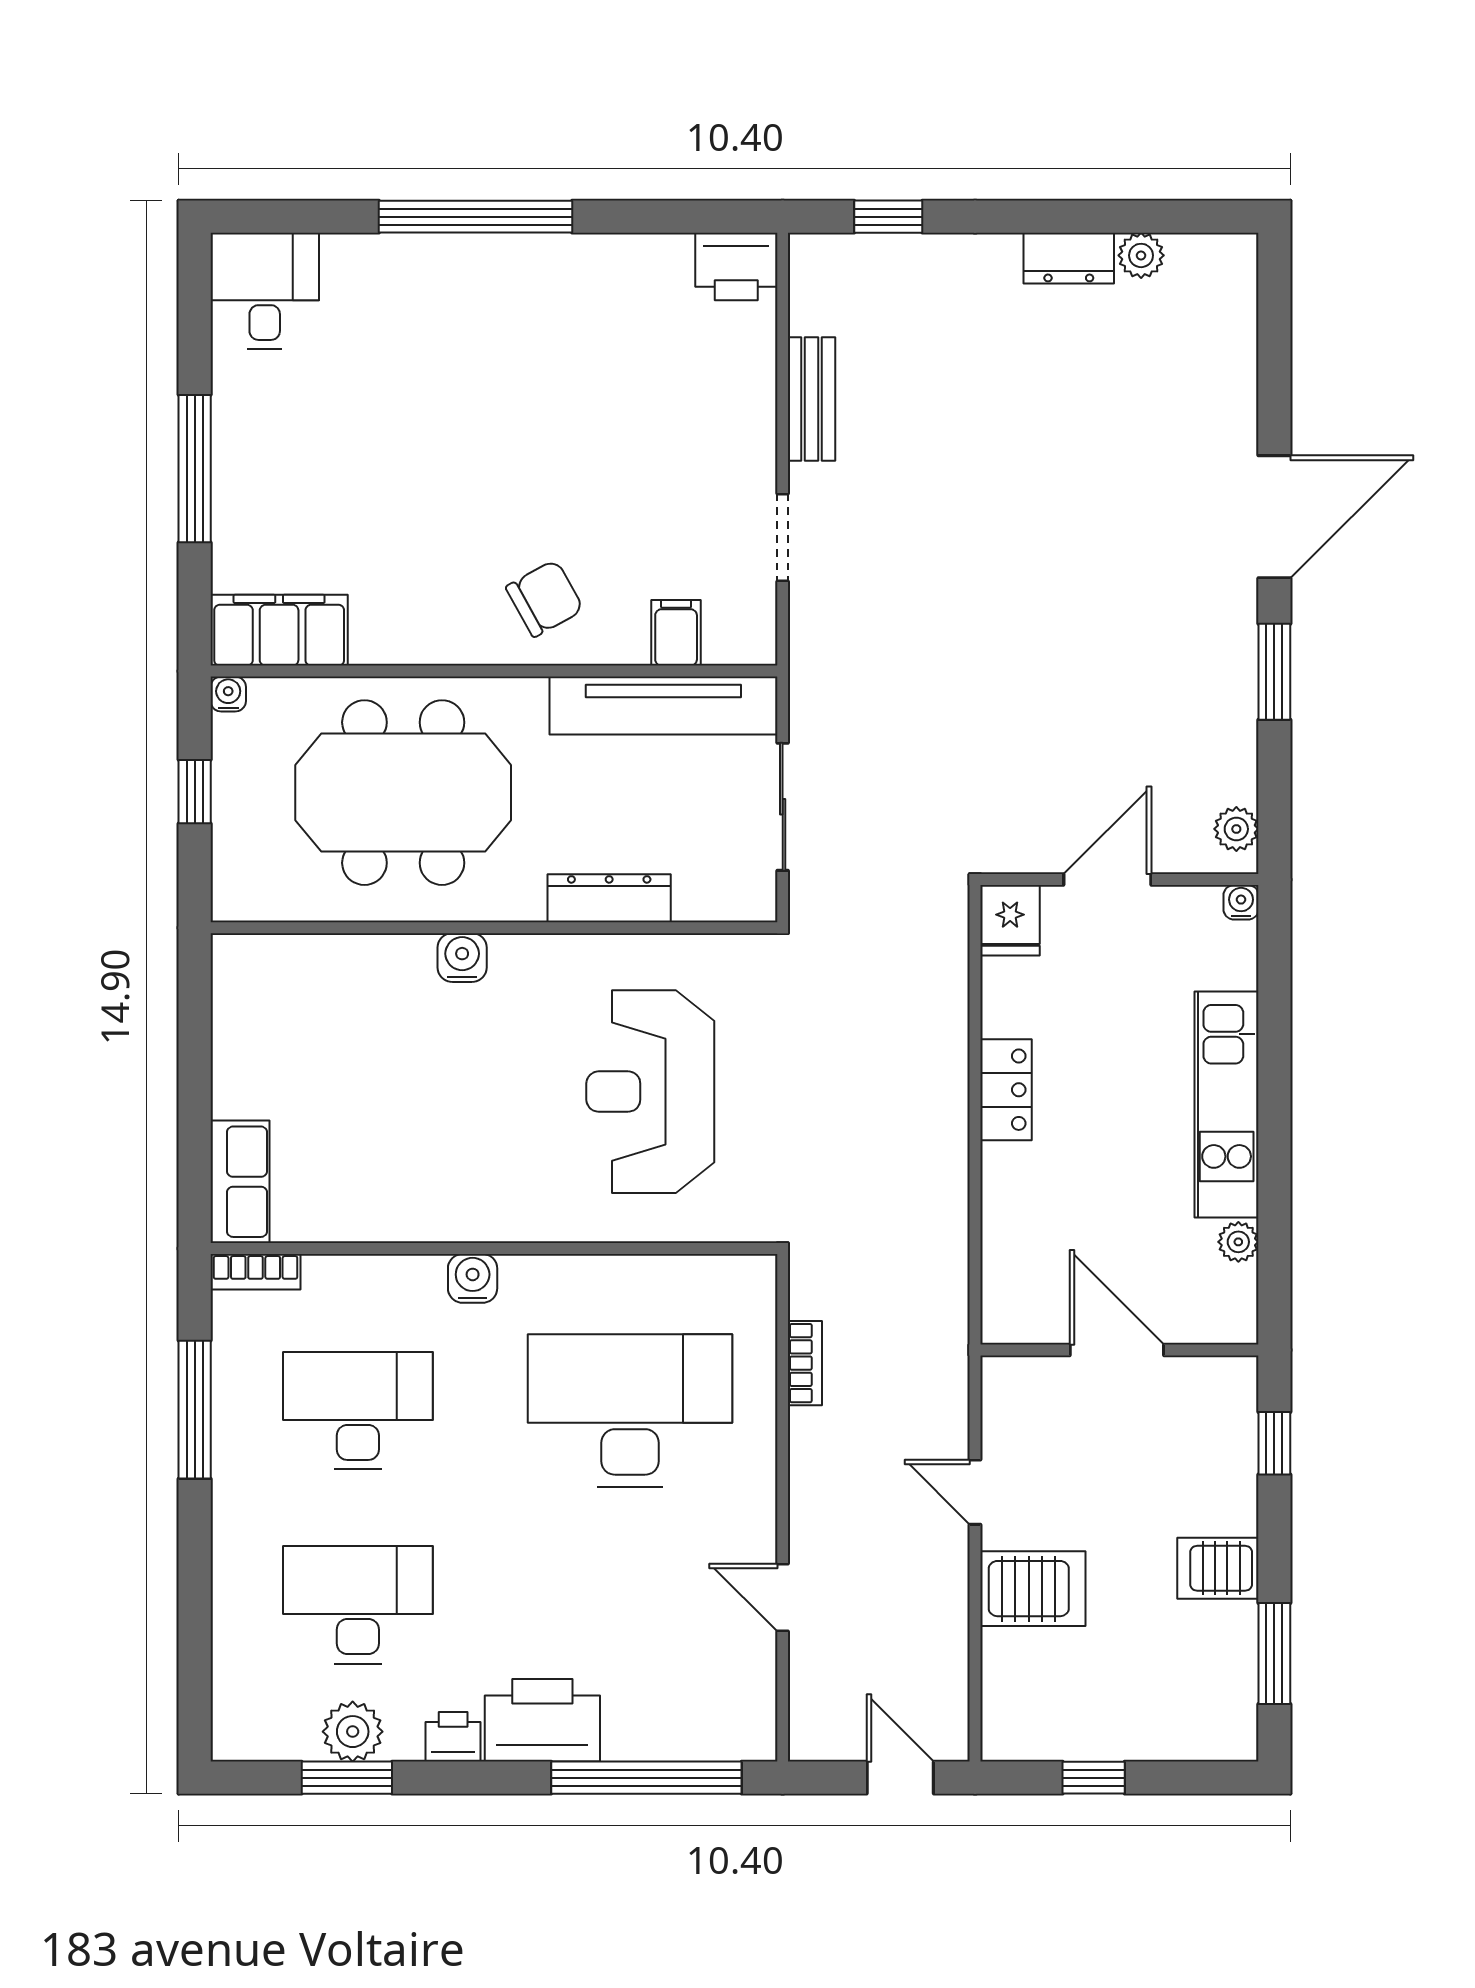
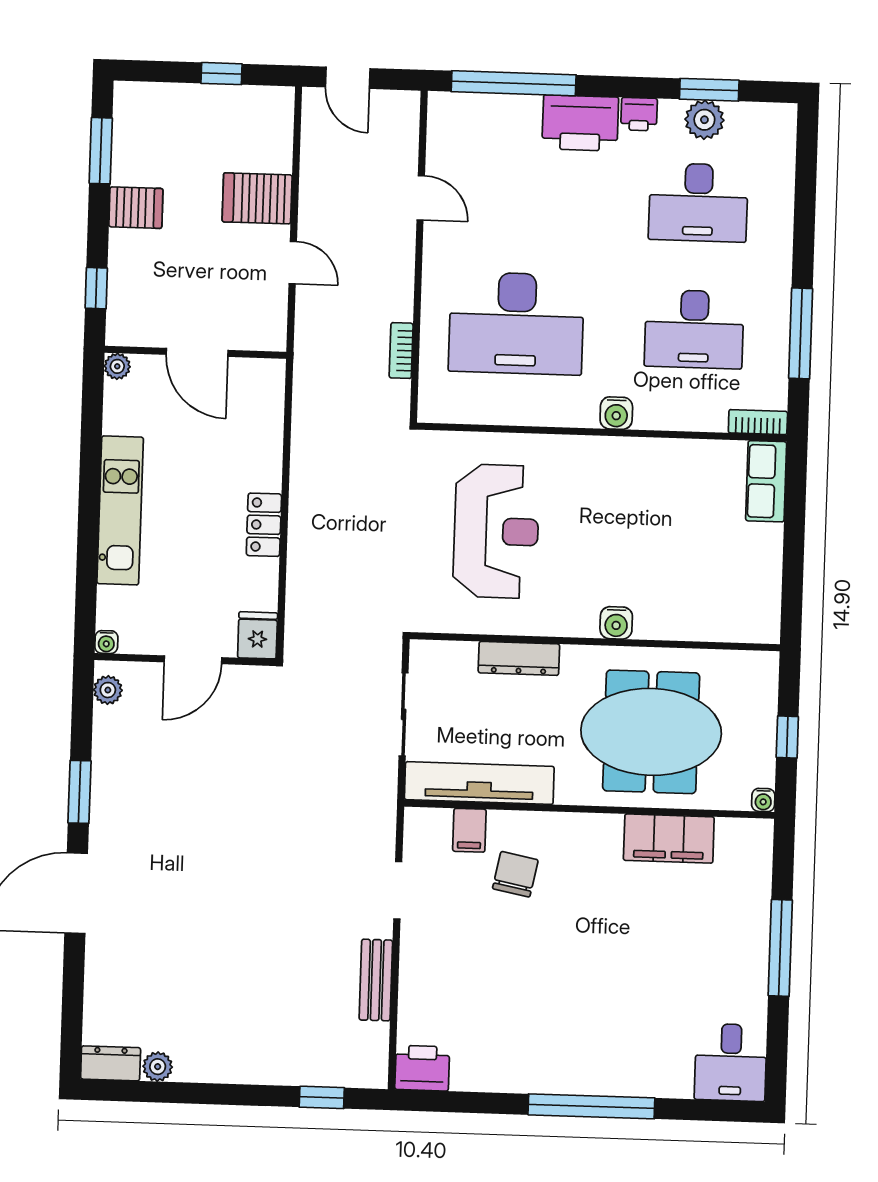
dresser: (1069, 258) -> (111, 1063), moved
chair: (545, 598) -> (515, 874), moved, turned 130
filing cabinet: (279, 630) -> (669, 839), moved
plant: (1238, 1242) -> (117, 366), moved

